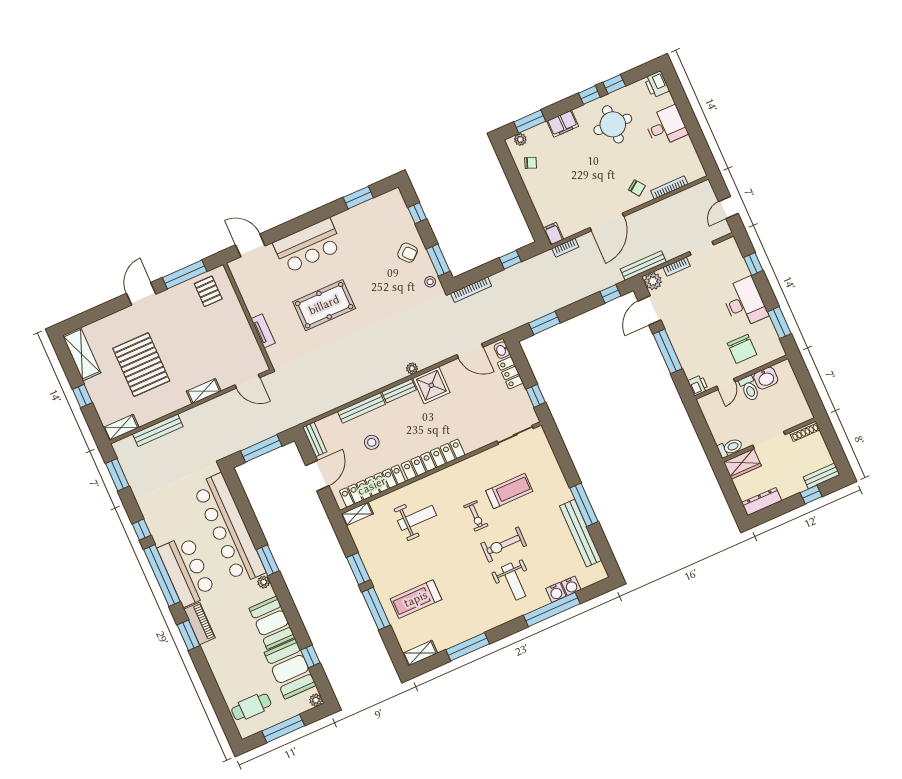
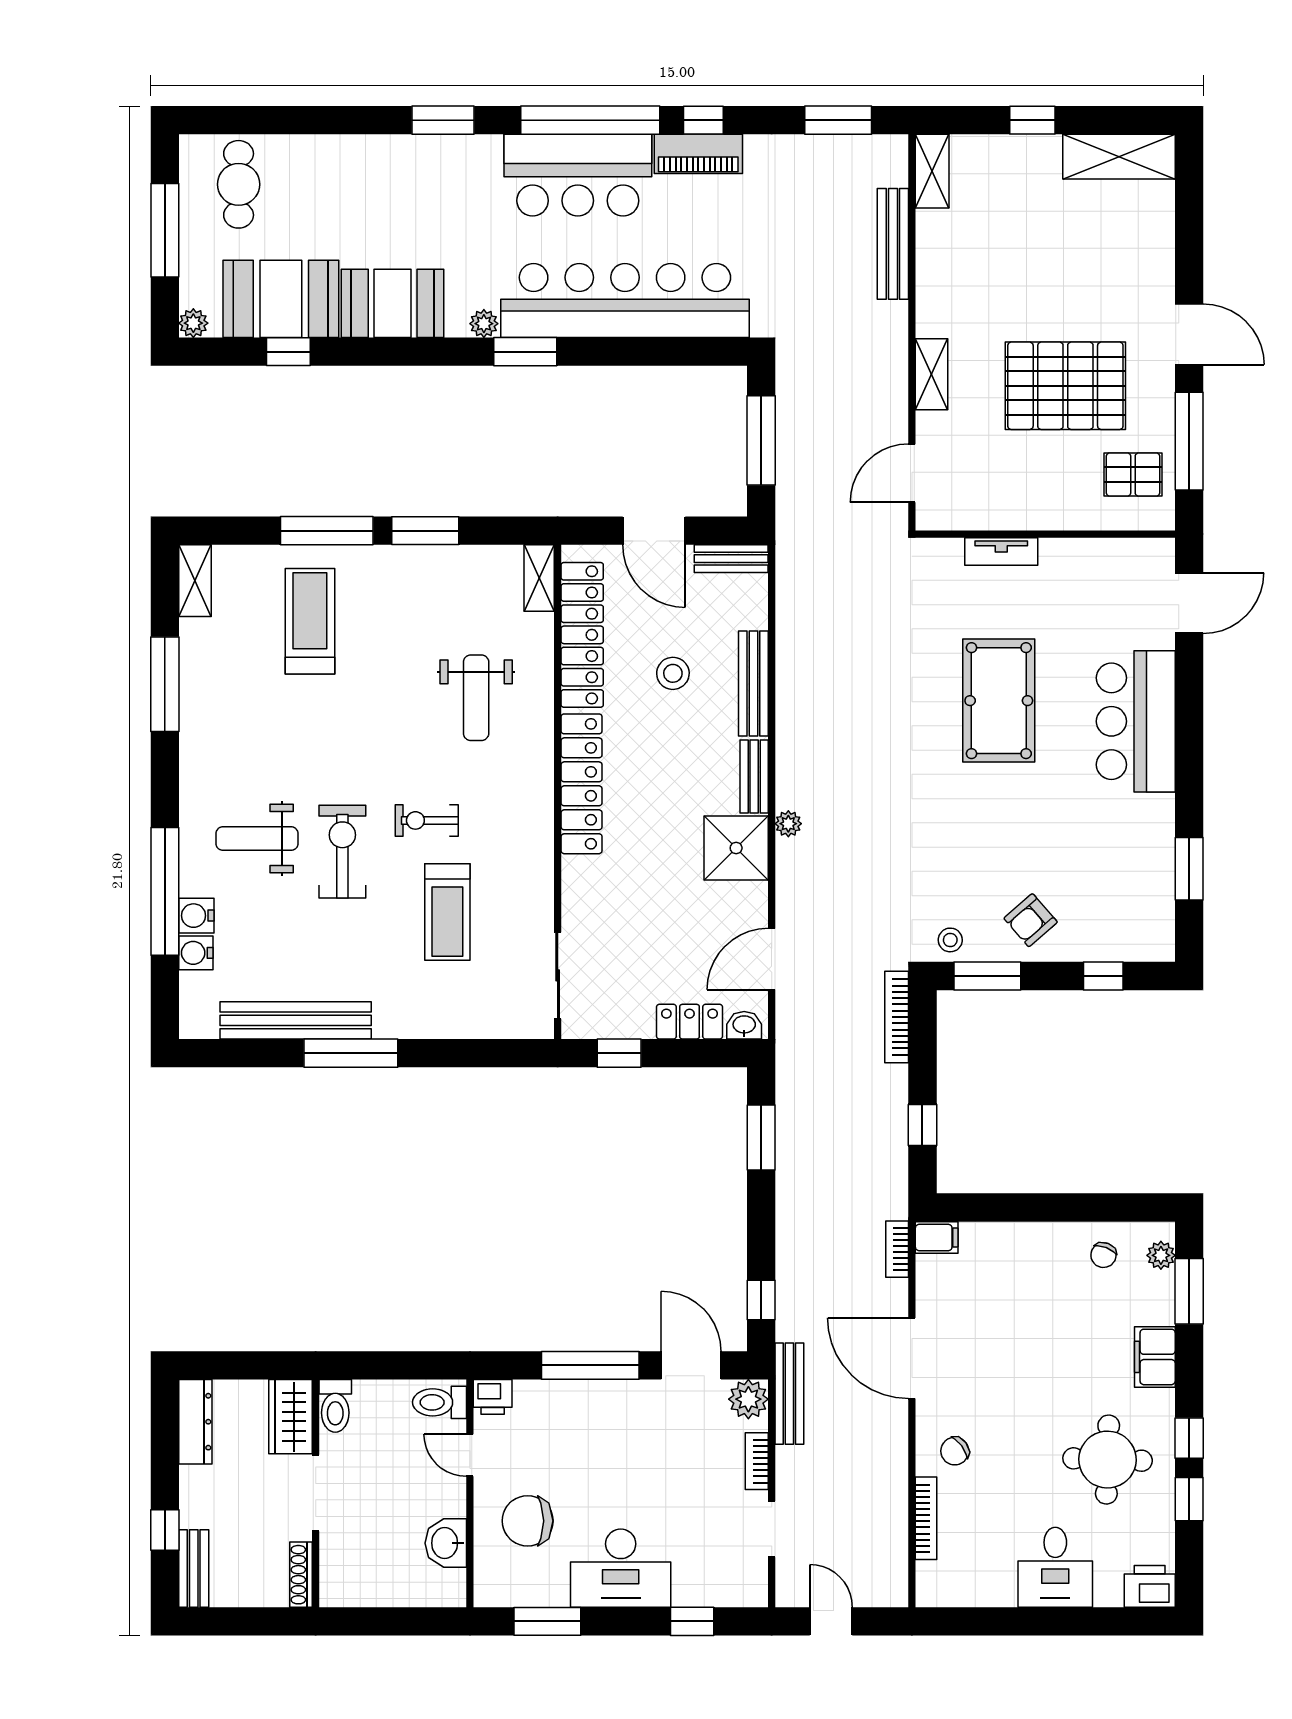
pallet: (141, 365) -> (1065, 386), moved
toilet: (749, 388) -> (440, 1402), moved
piano: (200, 623) -> (698, 154), moved

